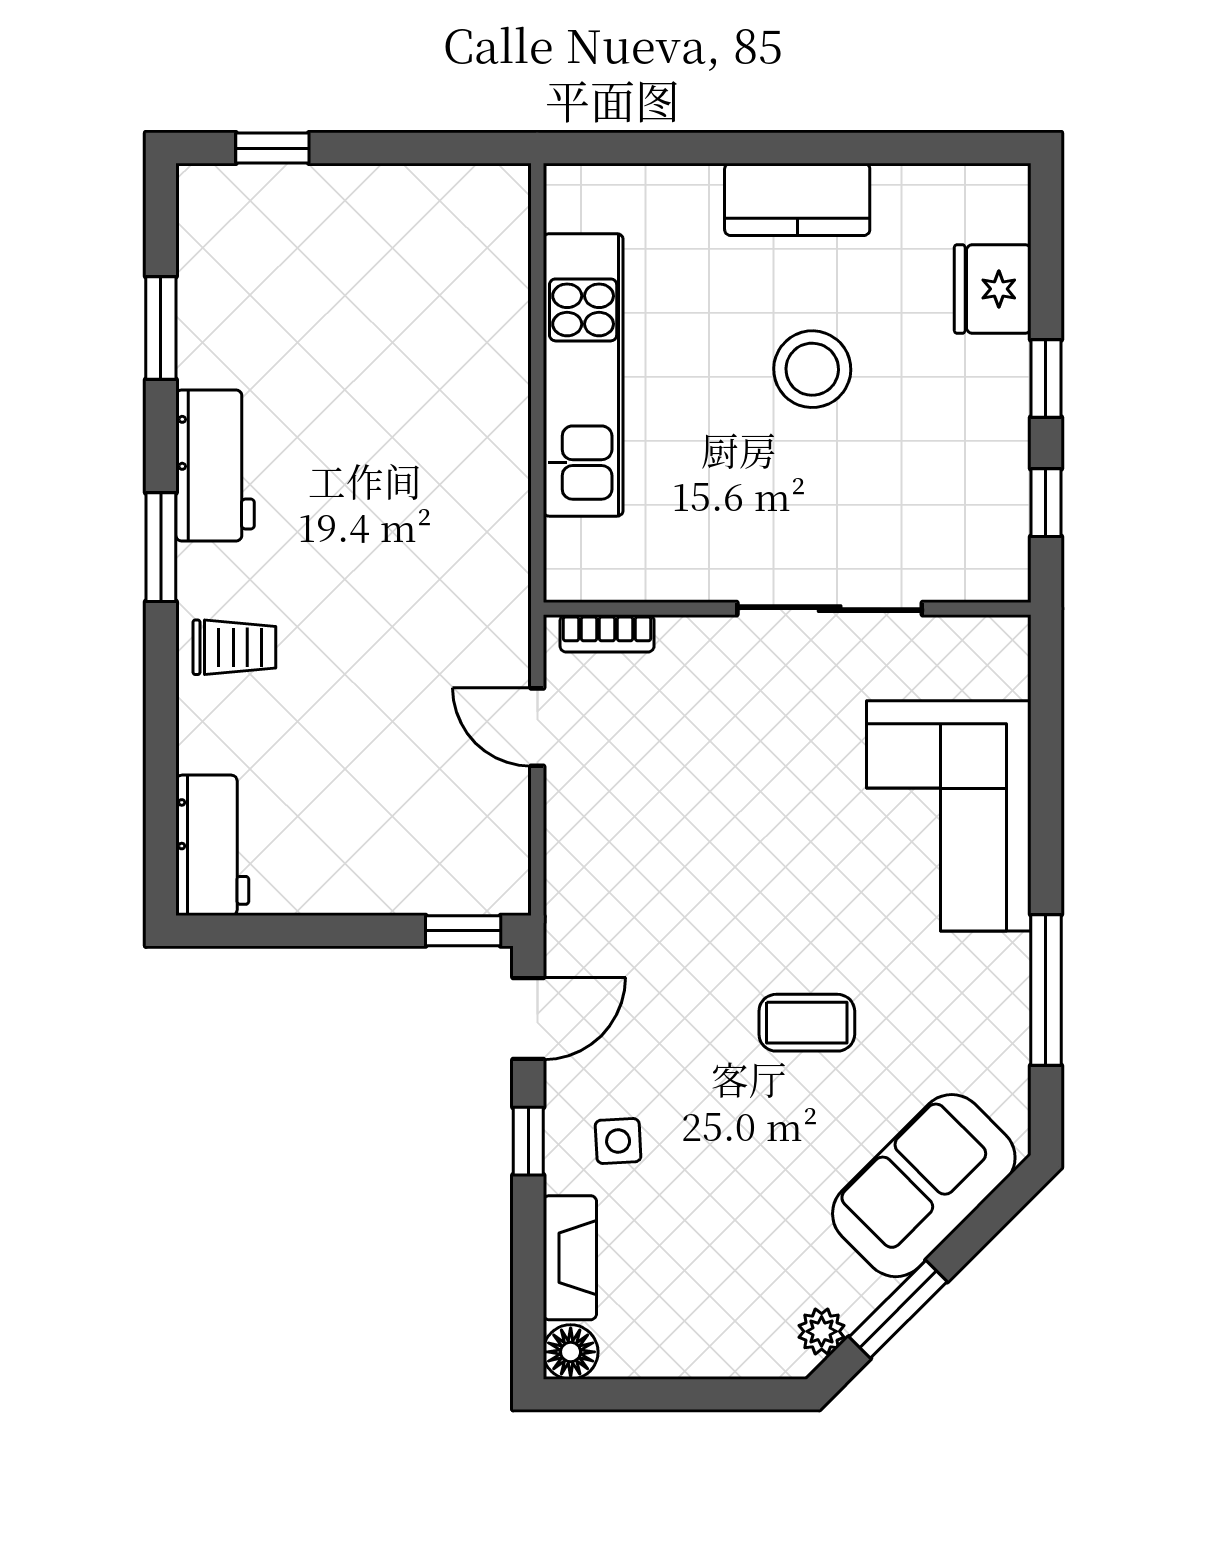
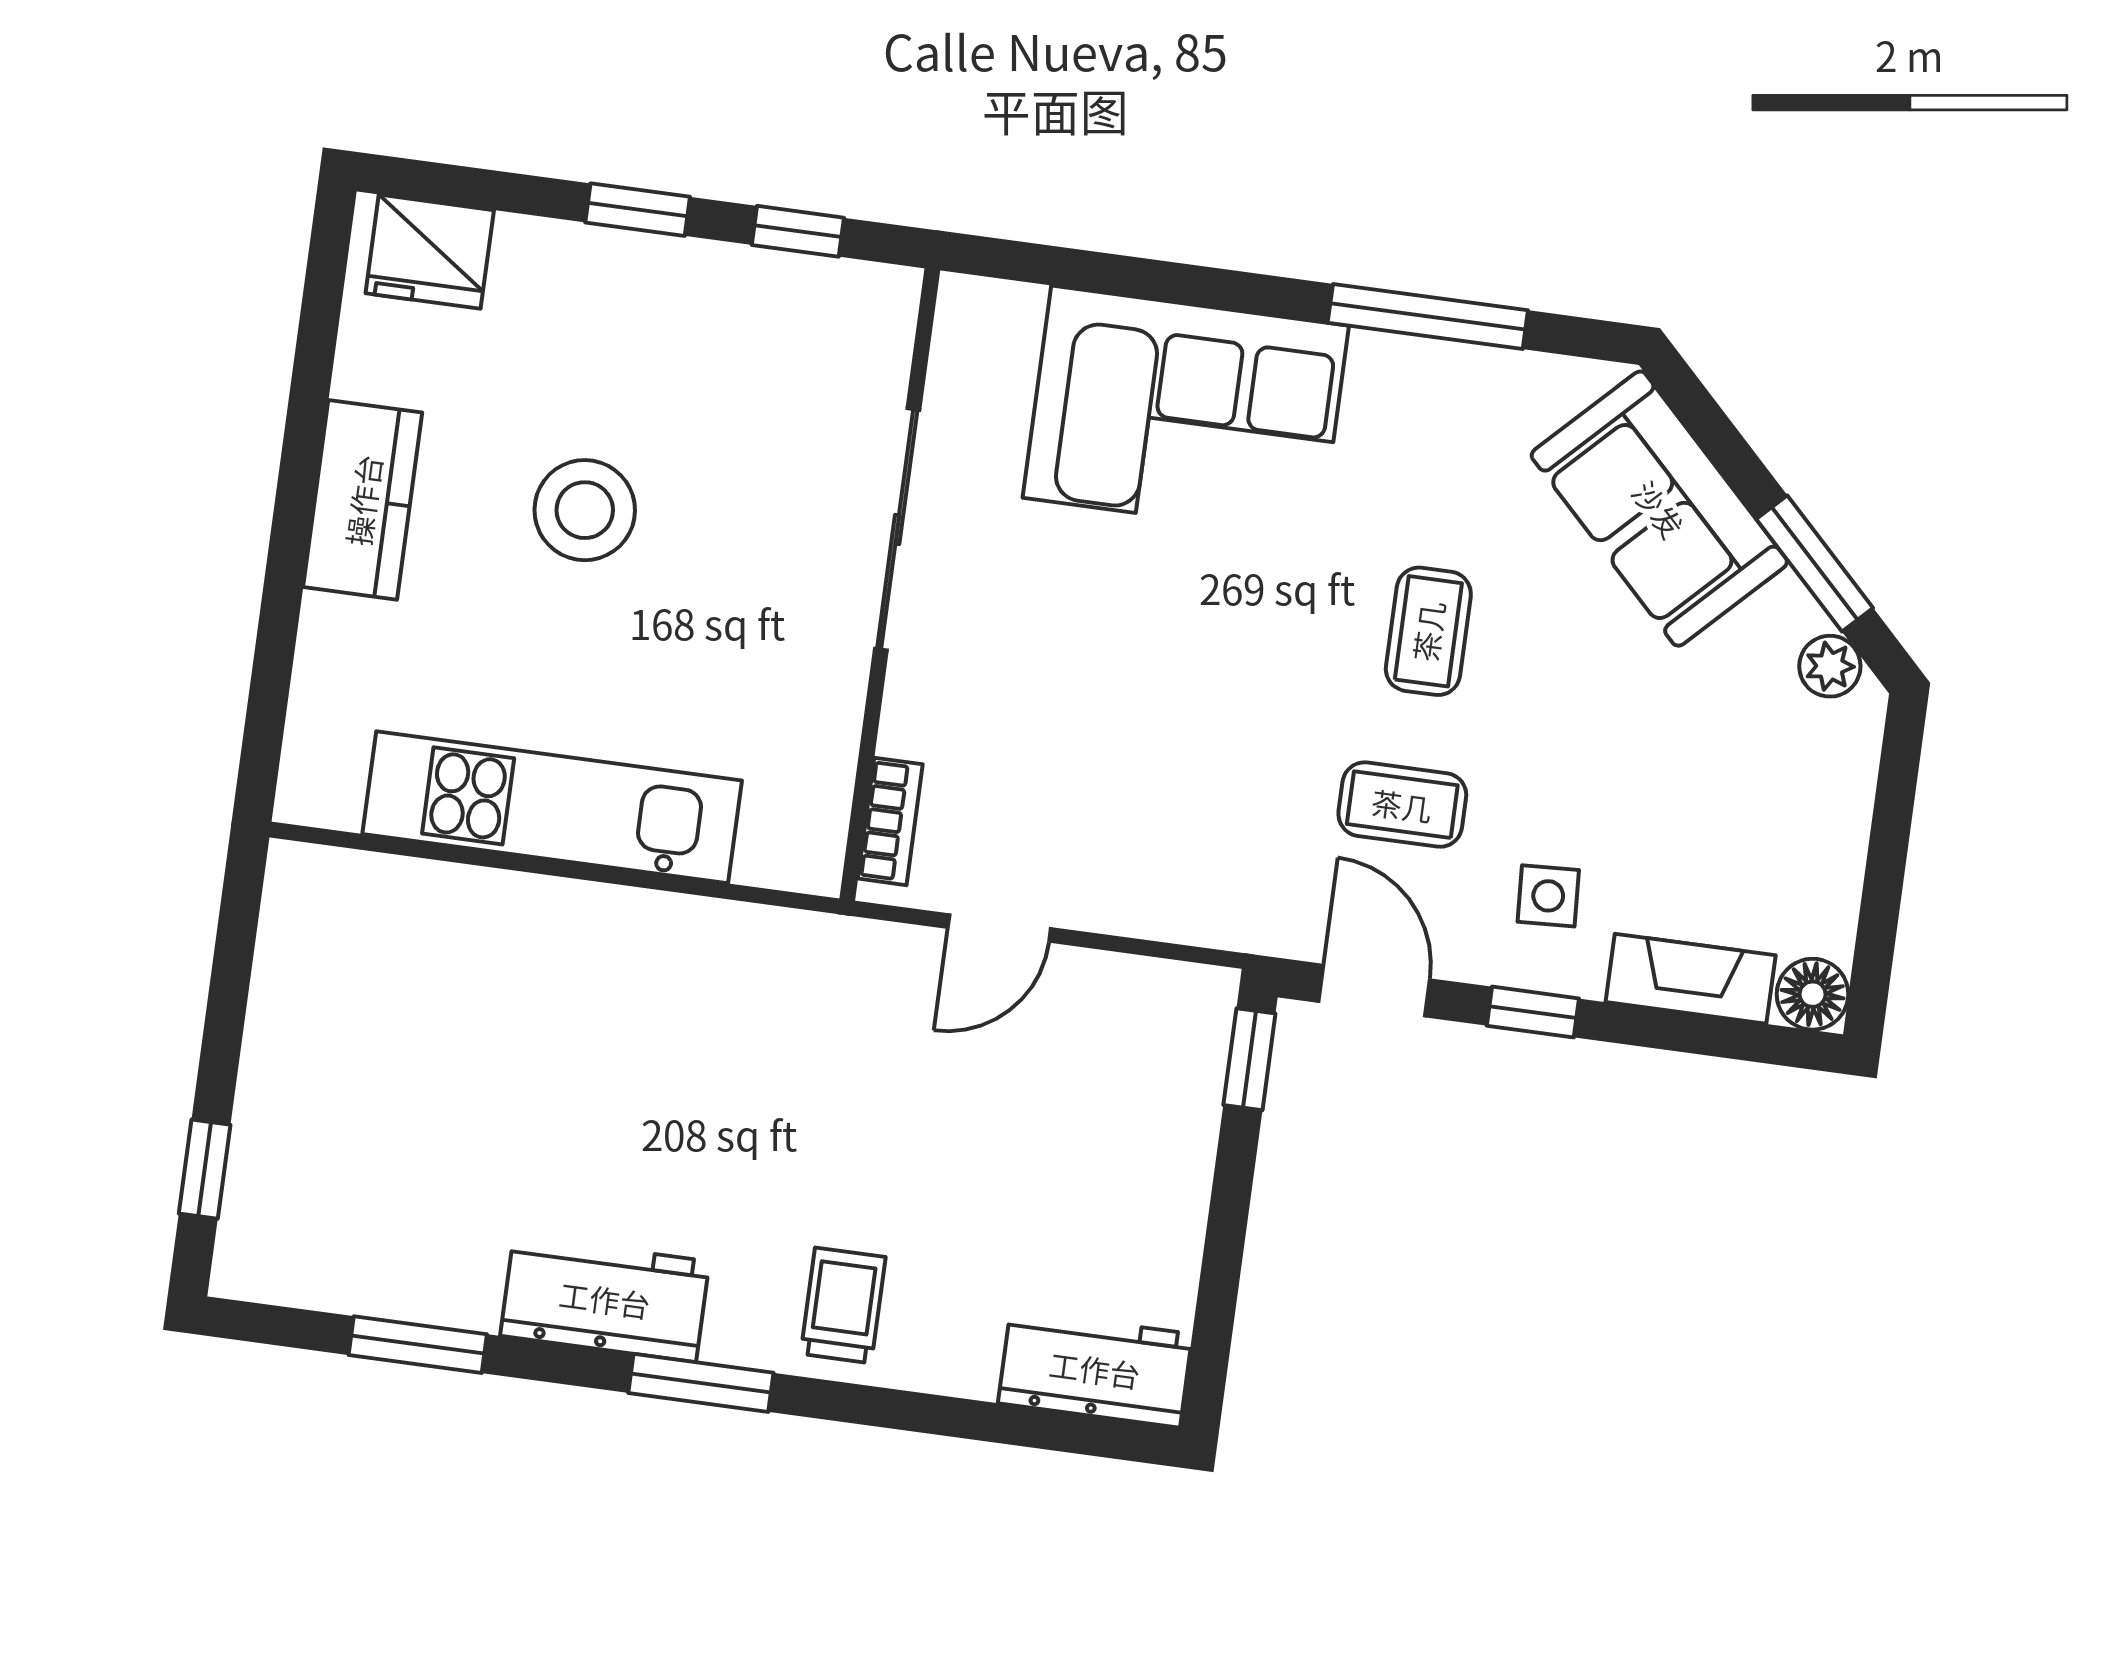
fridge: (993, 289) -> (430, 252), moved
coffee table: (672, 1021) -> (1402, 805), added

